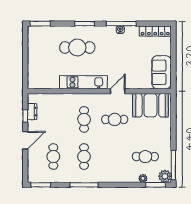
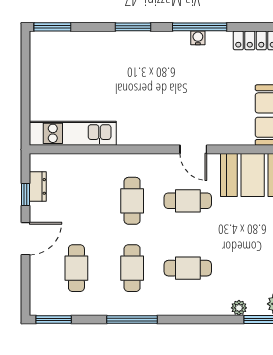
cafe table: (77, 47) -> (120, 70), removed
kitchen unit: (83, 82) -> (73, 133), moved
door: (118, 91) -> (193, 149), swing flipped
cafe table: (145, 157) -> (188, 268), moved

